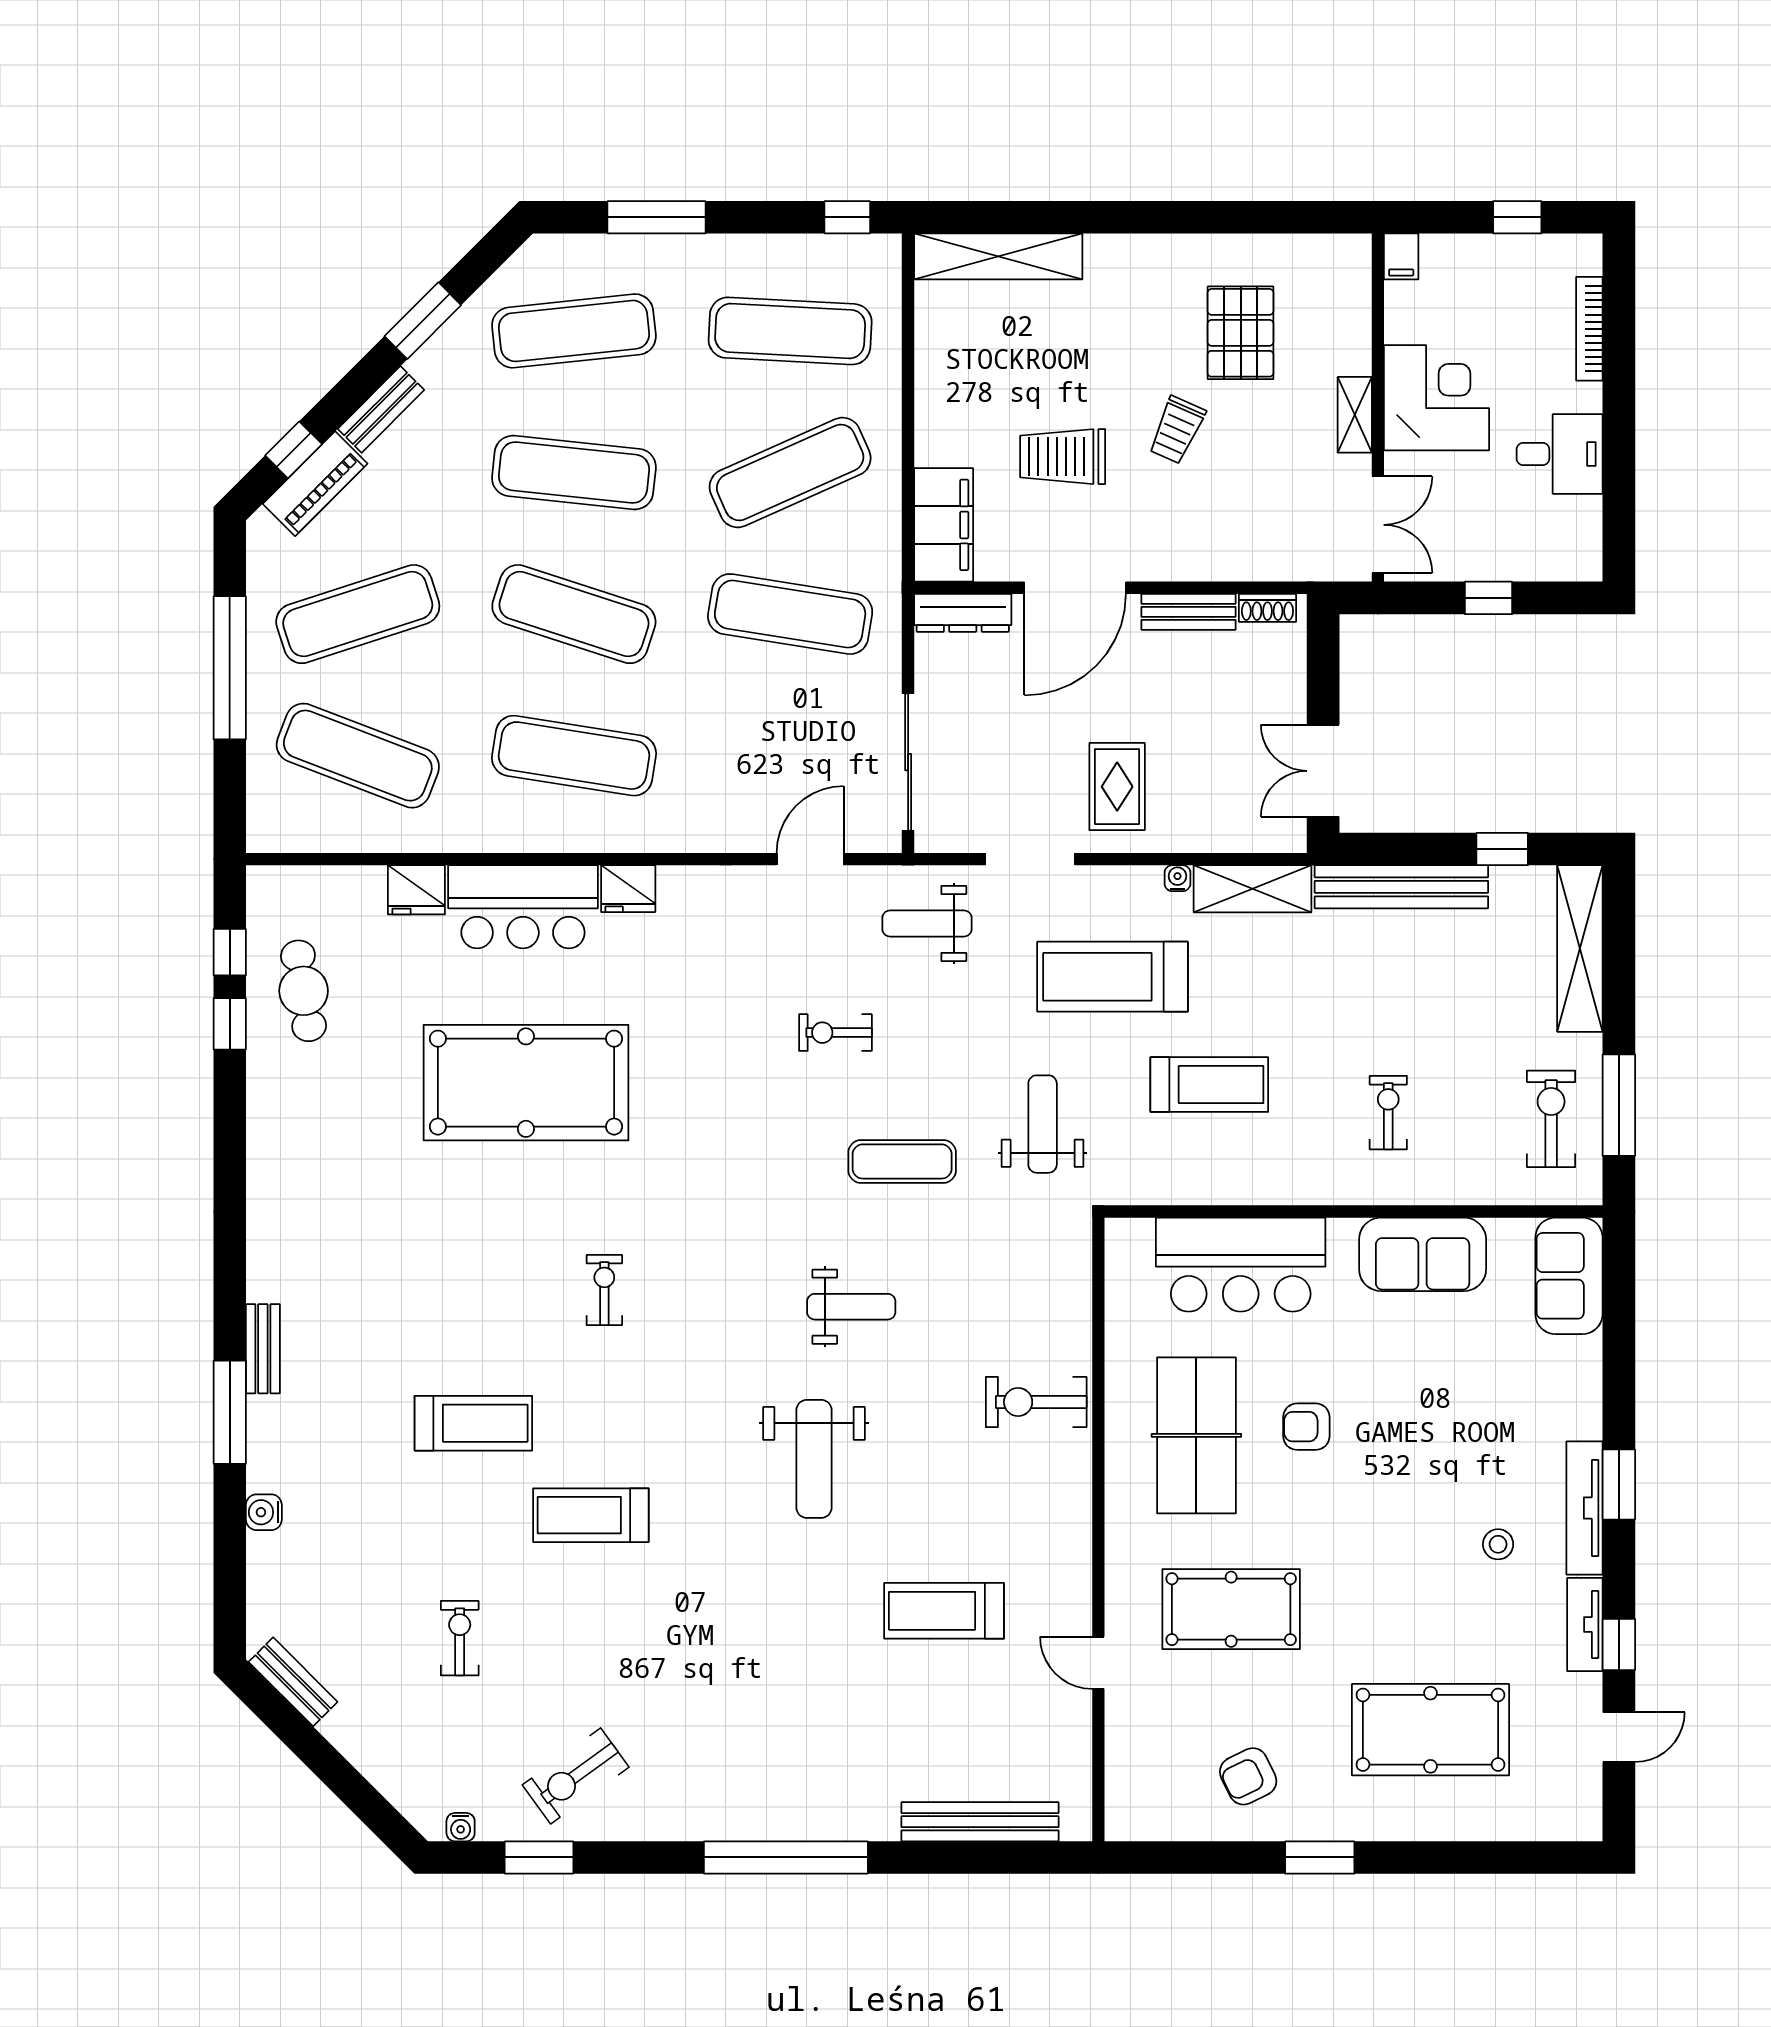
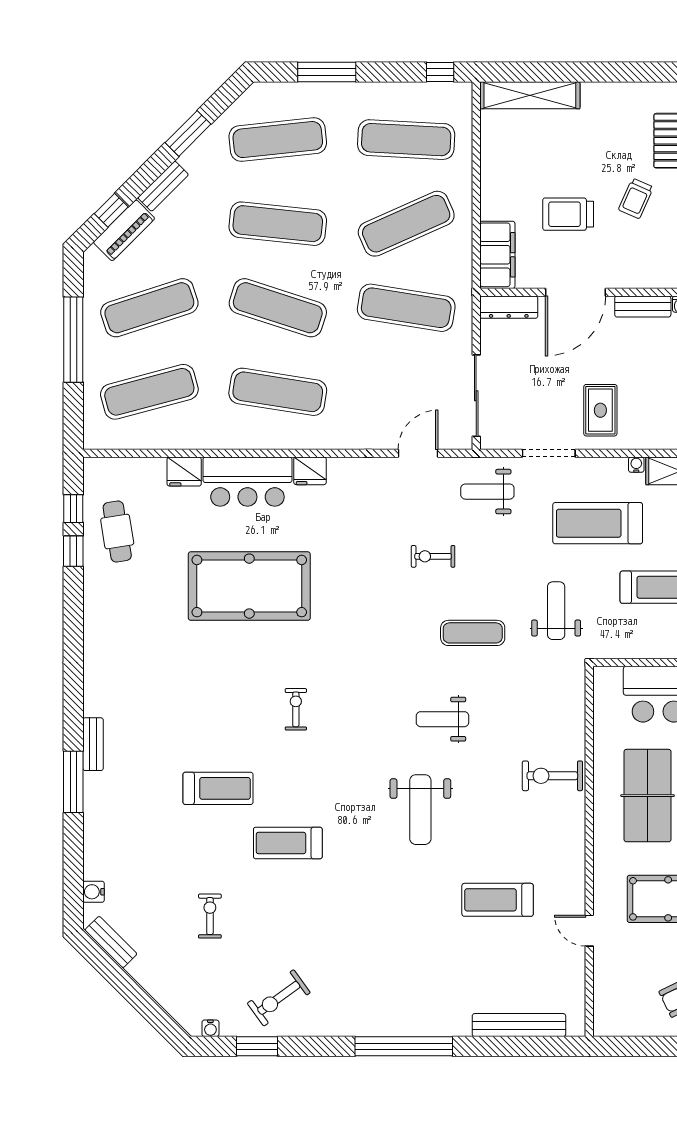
exercise mat: (358, 756) -> (149, 392), turned -36
weight bench: (851, 1307) -> (442, 719), turned 180
water cooler: (264, 1512) -> (94, 892), moved

